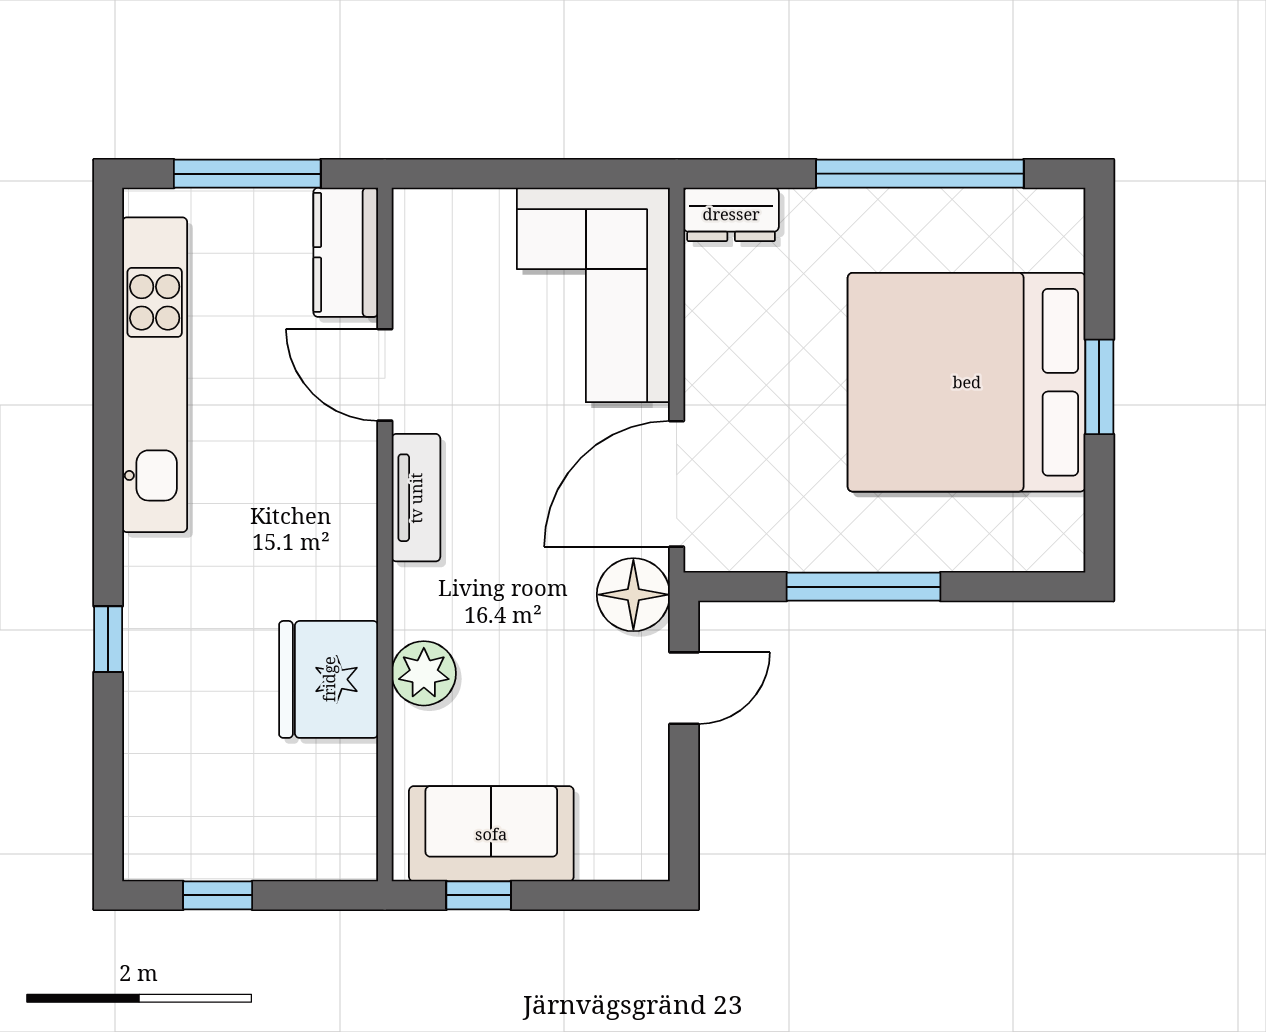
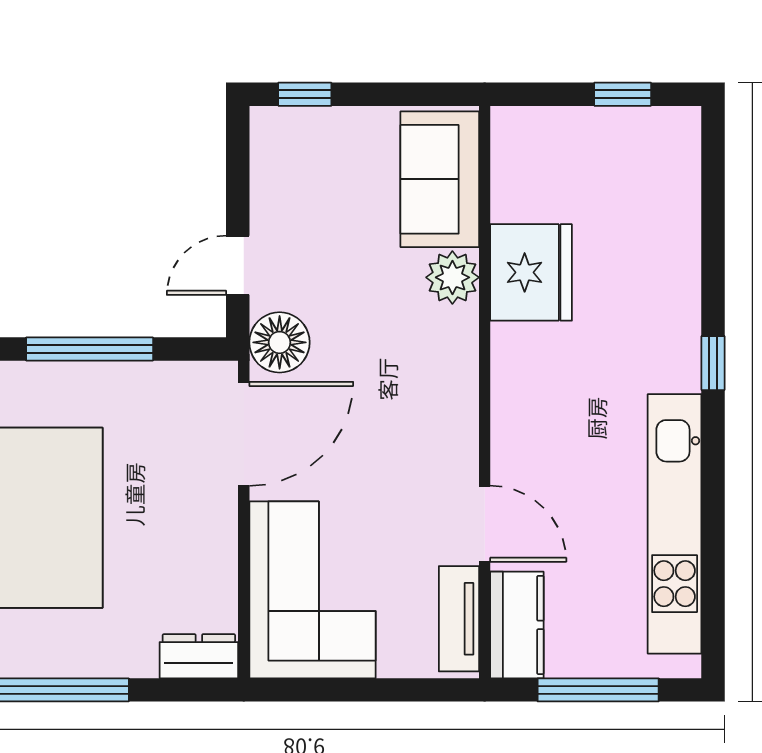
tv unit: (416, 498) -> (459, 619), moved
window: (108, 639) -> (713, 363), moved
sofa: (491, 834) -> (440, 179), moved, turned 90
window: (479, 895) -> (305, 94), moved

